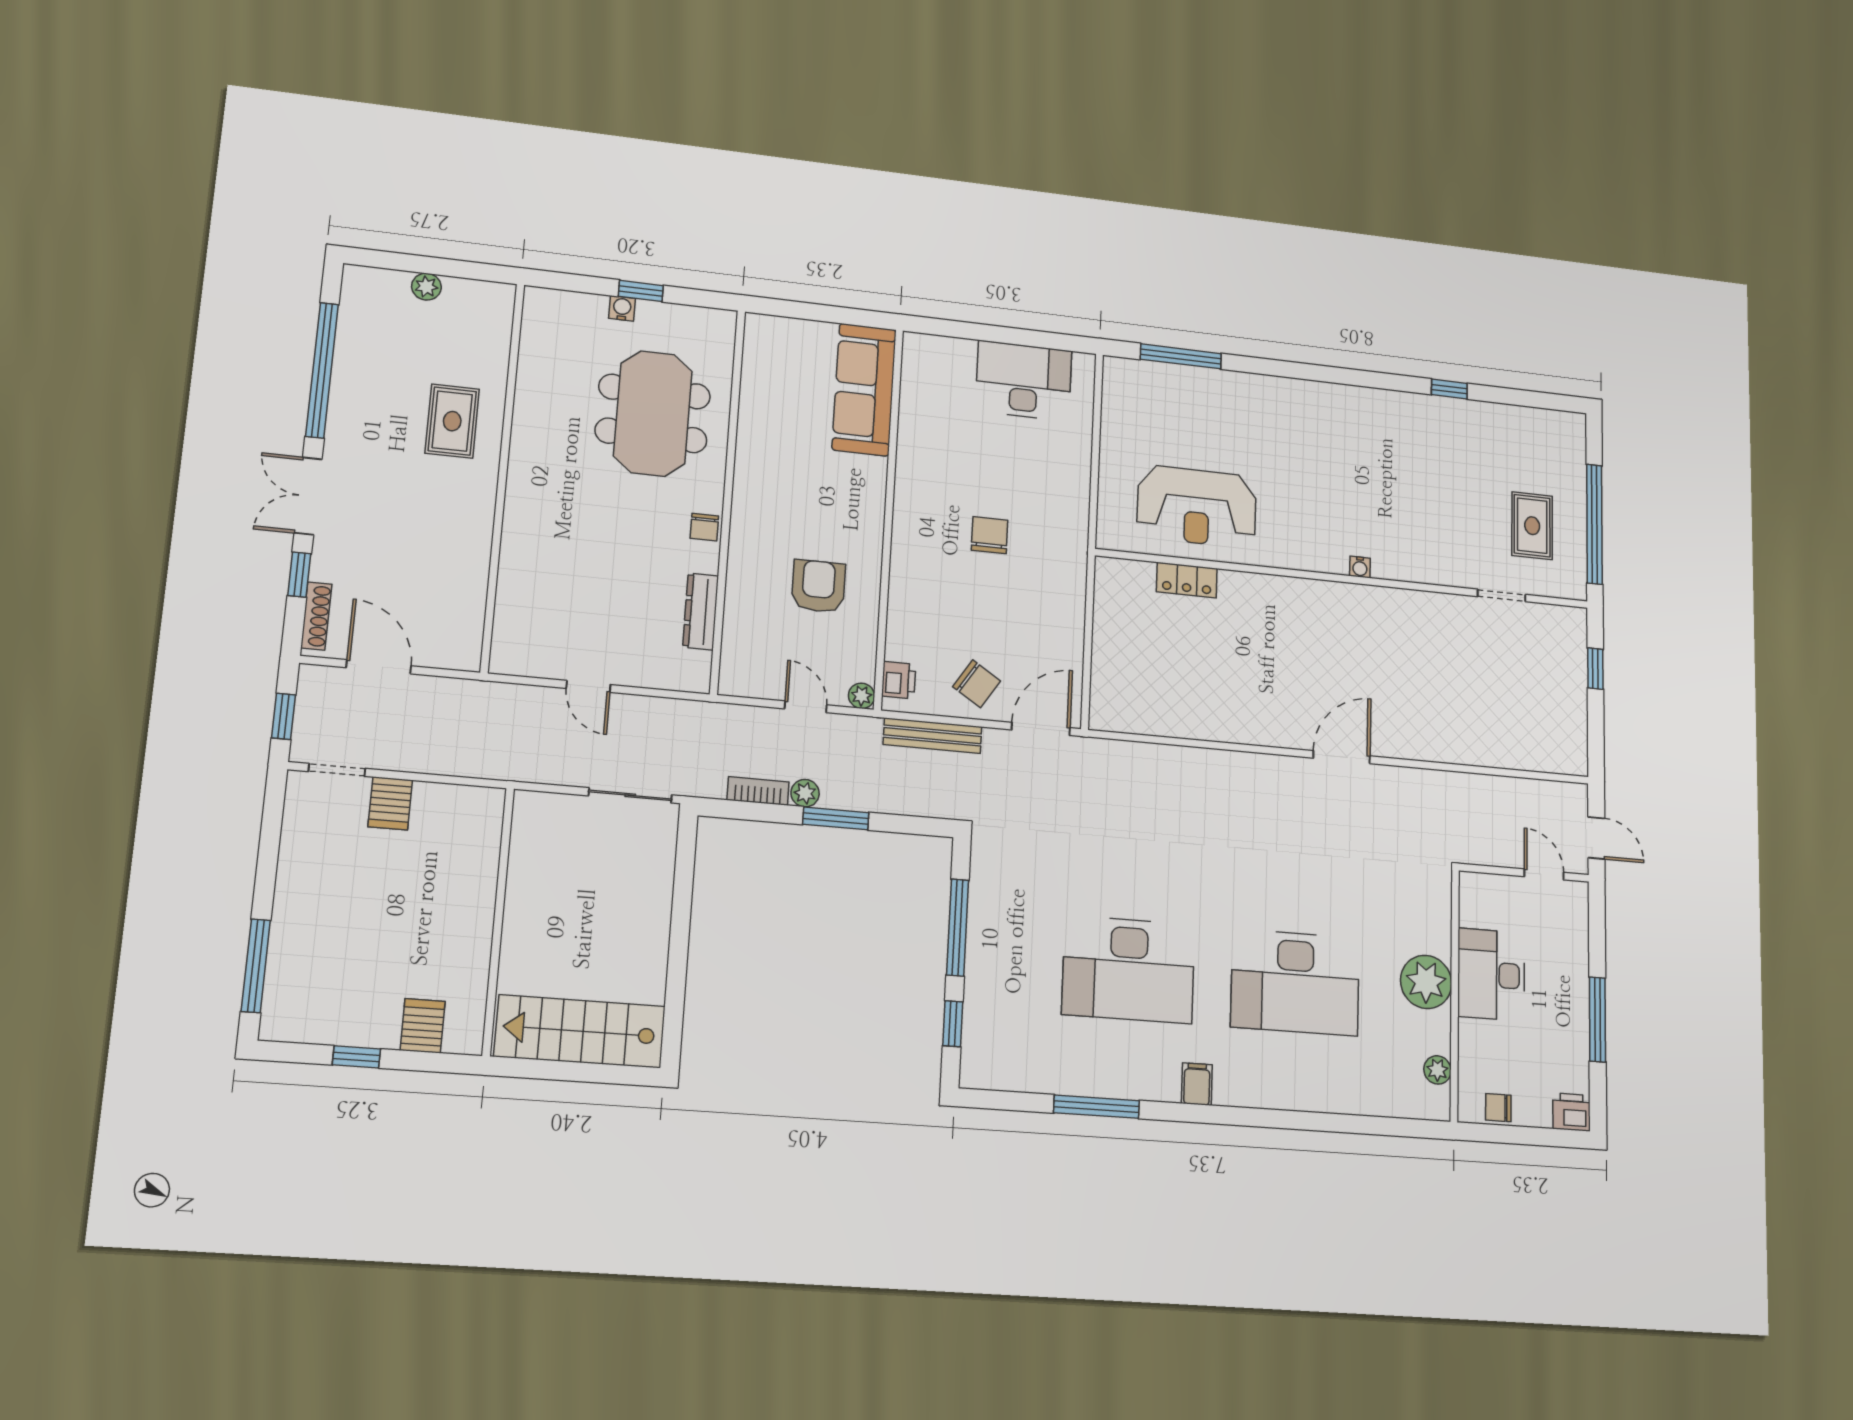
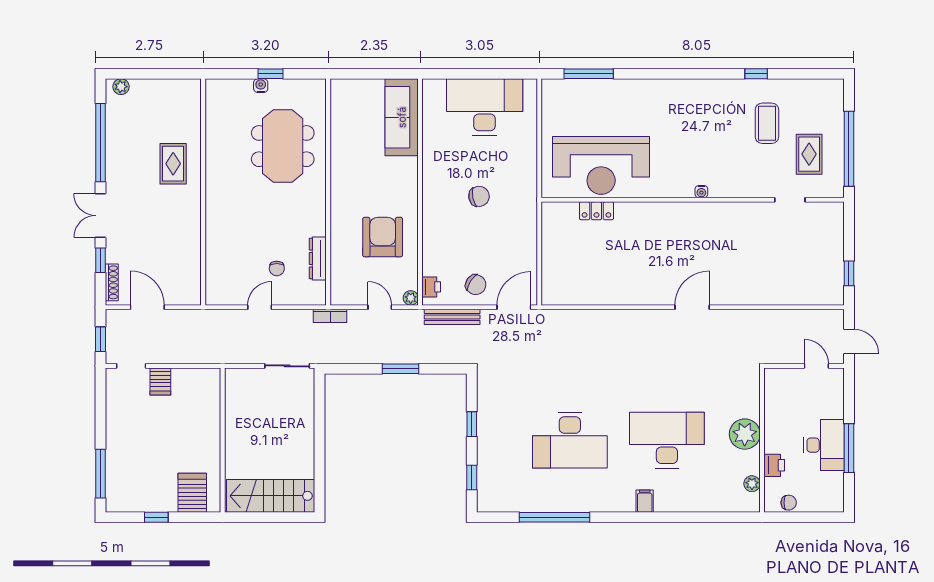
plant: (426, 287) -> (121, 87), moved
desk: (1024, 381) -> (485, 107), width x1.36, depth x1.30
coffee table: (1466, 469) -> (767, 123), added
reception desk: (1197, 506) -> (601, 165), width x1.36, depth x1.30
chair: (704, 527) -> (277, 268), moved
chair: (990, 535) -> (479, 196), turned 79
armchair: (818, 586) -> (383, 237), width x1.36, depth x1.36
window: (1595, 669) -> (849, 273), moved
door: (588, 686) -> (260, 307), swing flipped
bookcase: (758, 791) -> (330, 316), moved, turned 180
plant: (805, 793) -> (383, 356), removed
window: (958, 928) -> (472, 424), width x0.46
desk: (1491, 975) -> (824, 445), moved, turned 180
desk: (1295, 982) -> (667, 440), turned 180
server rack: (423, 1026) -> (192, 493), width x1.36, depth x1.44
filing cabinet: (1197, 1084) -> (645, 501), moved
window: (1097, 1107) -> (554, 517), width x1.46
chair: (1498, 1108) -> (789, 503), turned 180
printer: (1572, 1112) -> (774, 465), moved, turned 90

